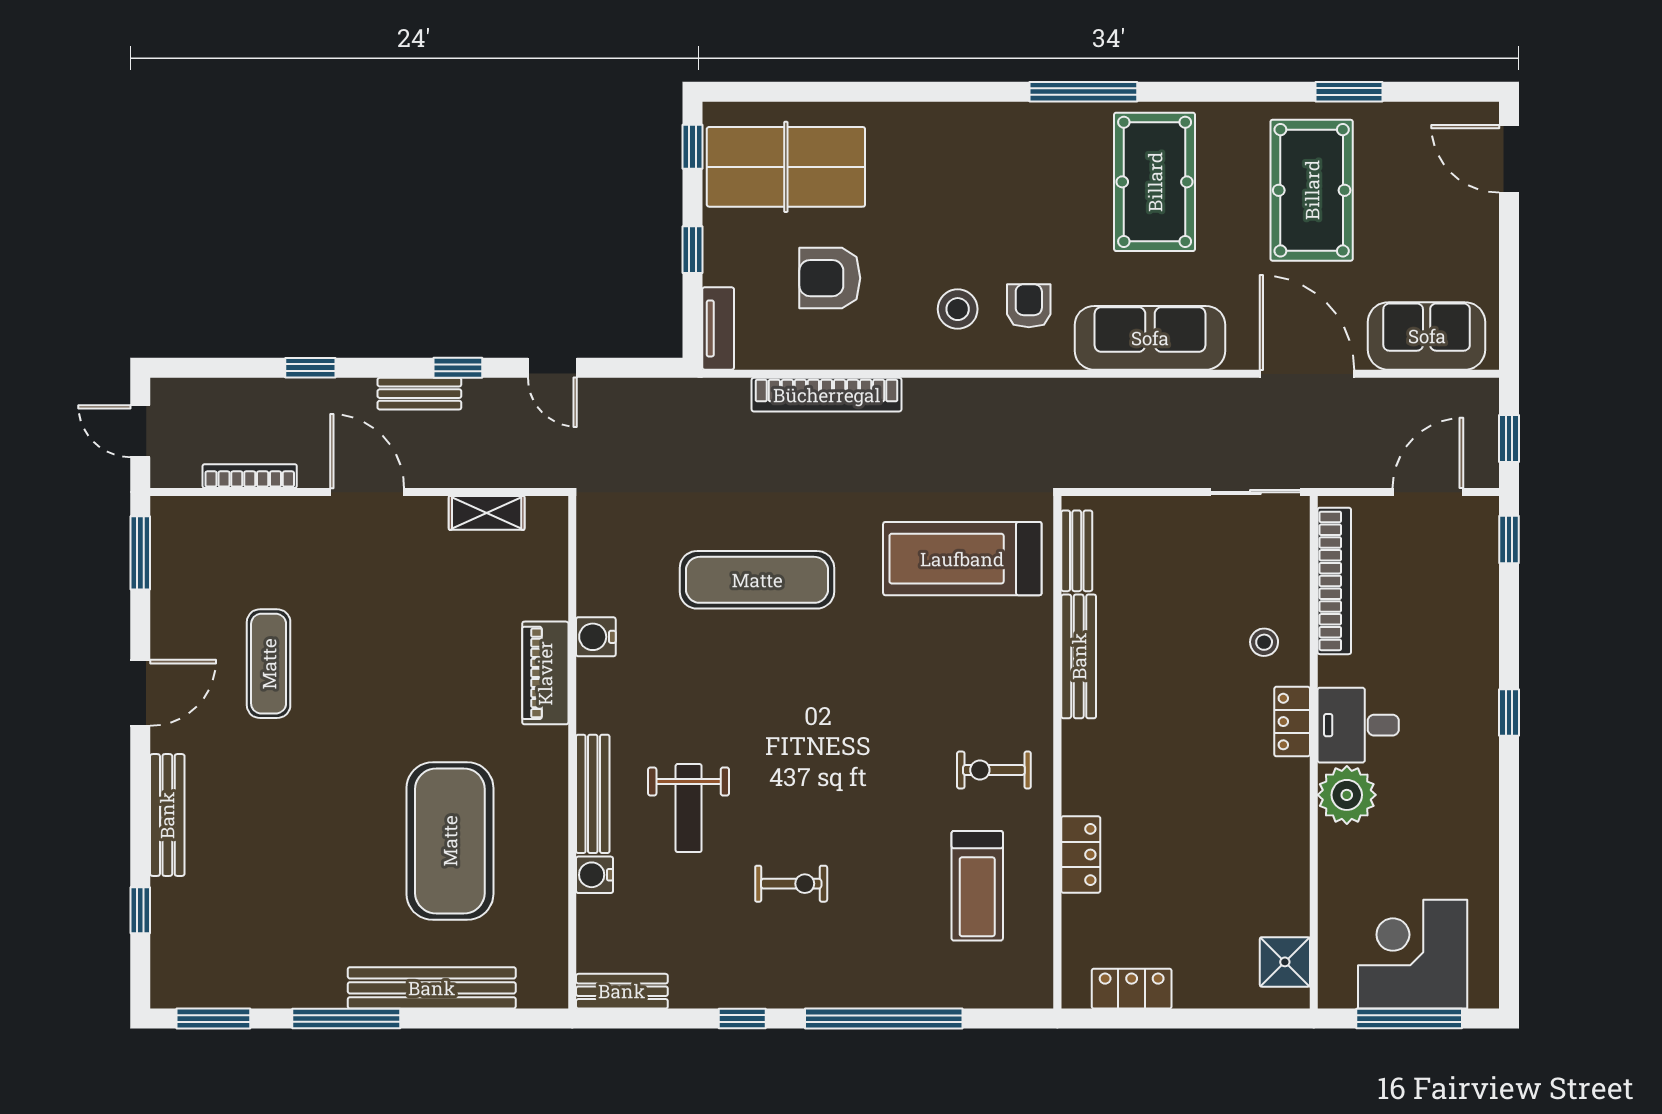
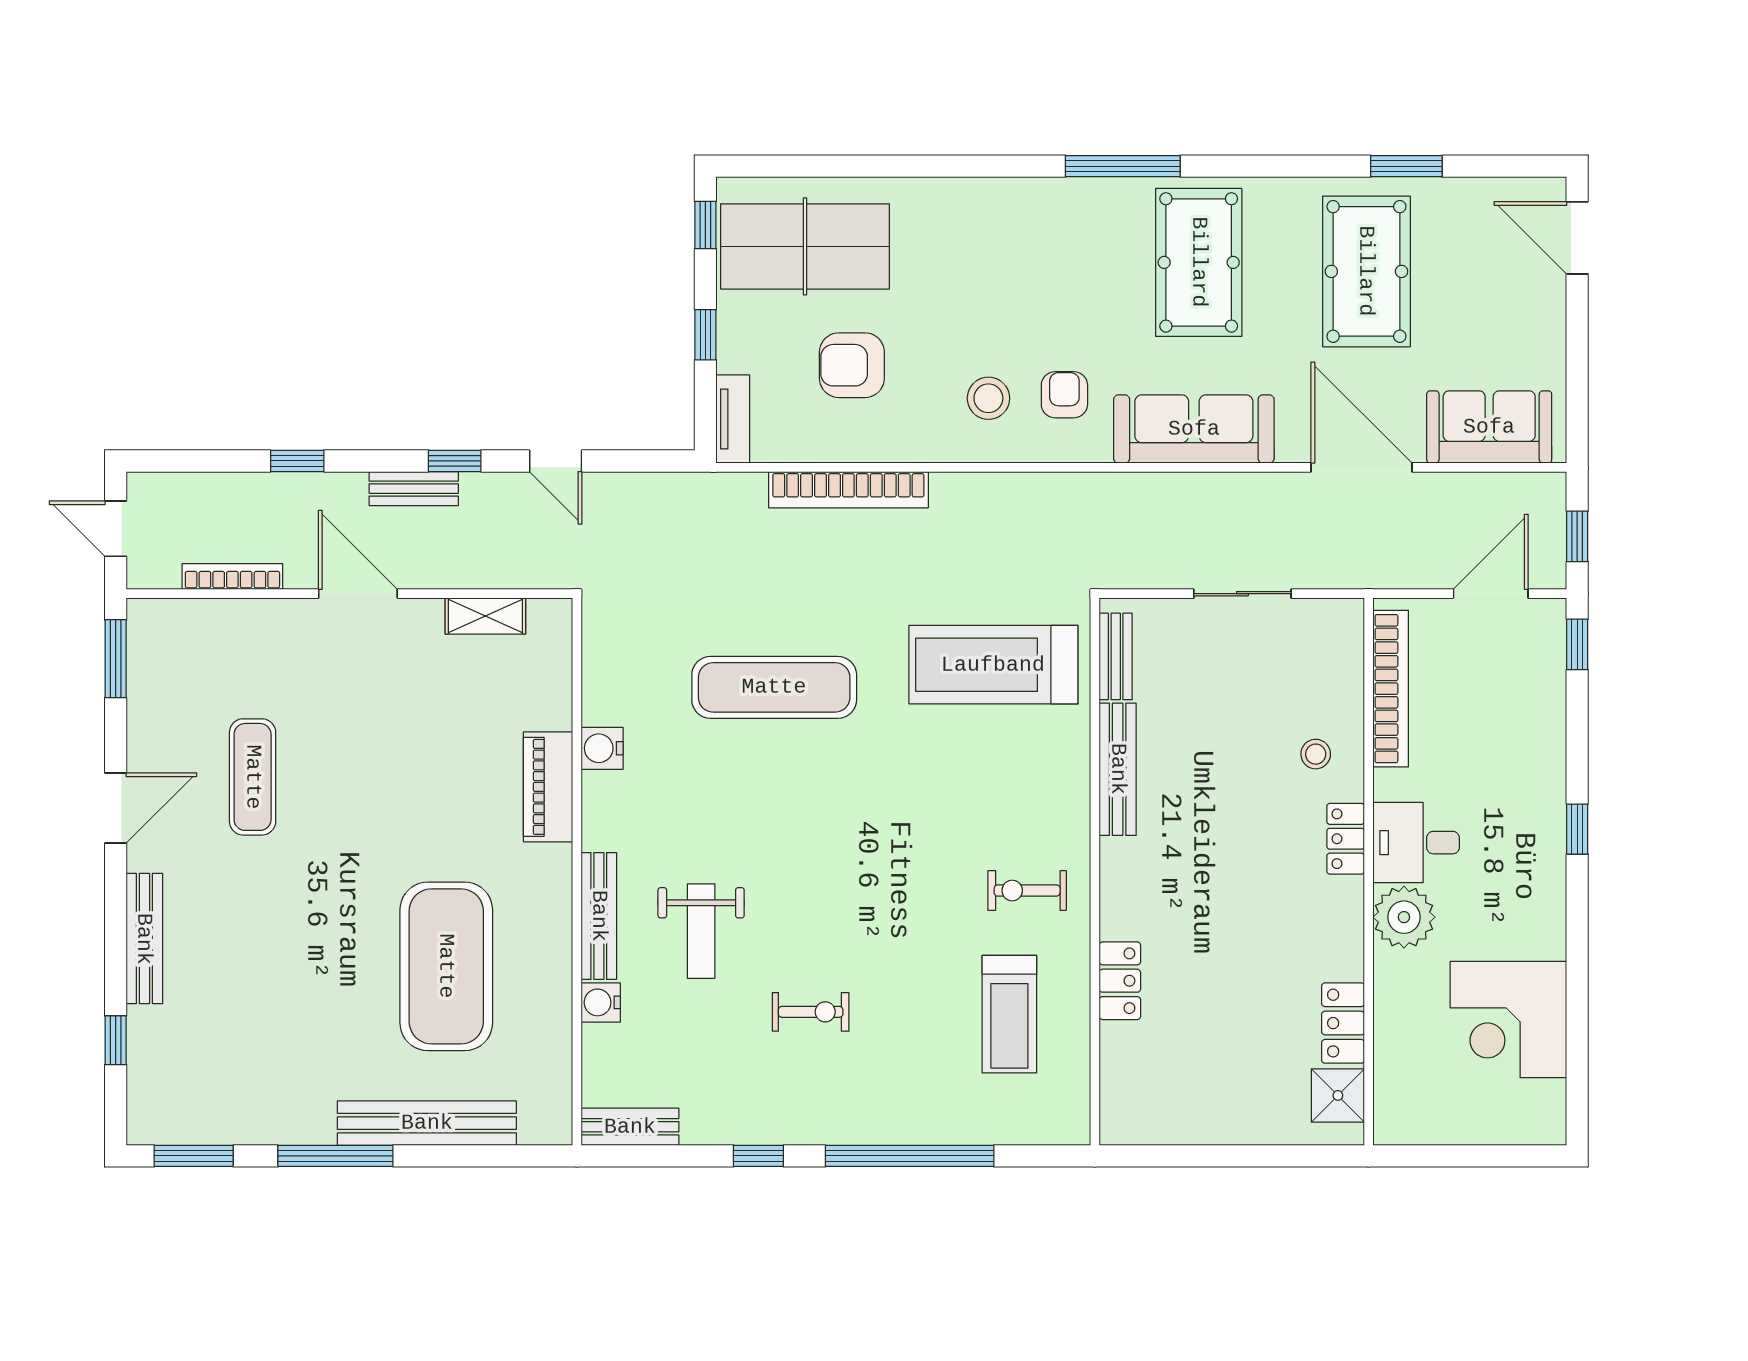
sliding door: (1255, 492) -> (1242, 594), moved
corner desk: (1413, 954) -> (1508, 1019), moved, turned -90
locker: (1132, 989) -> (1343, 1023), moved, turned -90
window: (1409, 1019) -> (1471, 1156), removed

